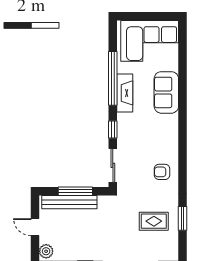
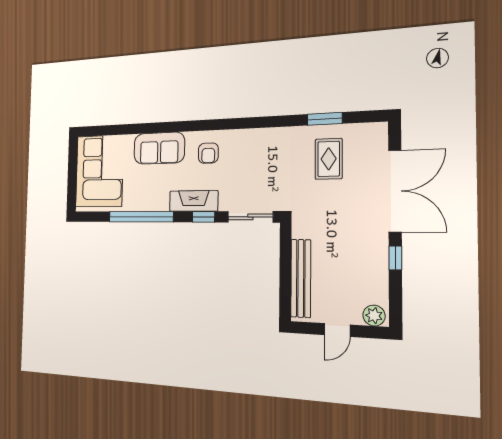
fireplace: (125, 93) -> (194, 201), moved
armchair: (162, 172) -> (208, 153), moved
window: (75, 191) -> (285, 269), removed

